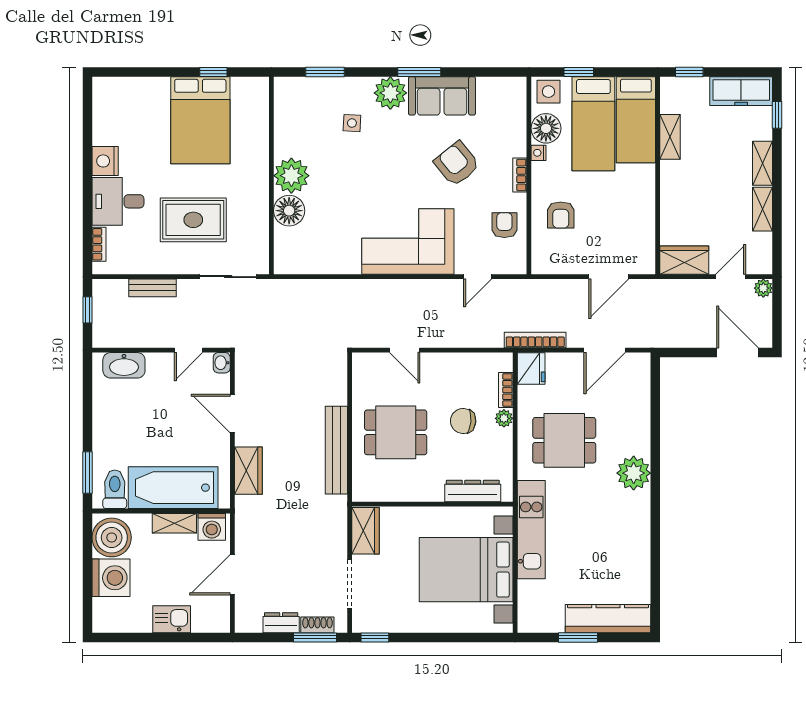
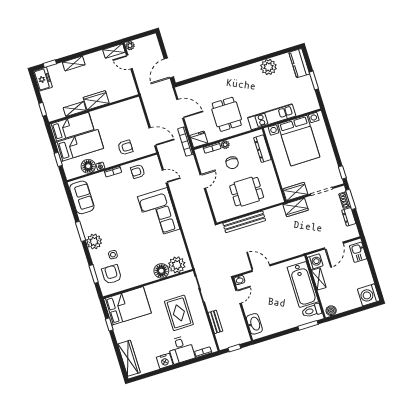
wardrobe: (133, 91) -> (129, 358), added
freezer: (741, 91) -> (43, 79), width x0.71
side table: (548, 92) -> (71, 170), removed
sofa: (442, 96) -> (82, 197), moved
bed: (200, 120) -> (127, 306), moved
armchair: (457, 164) -> (112, 274), moved, turned 129
plant: (291, 176) -> (177, 265), moved
shelving: (763, 209) -> (114, 51), moved
wardrobe: (684, 260) -> (96, 100), moved, turned 90
door: (609, 277) -> (152, 137), moved
door: (189, 350) -> (238, 297), hinge flipped
door: (405, 350) -> (203, 181), moved
door: (738, 352) -> (169, 68), moved
door: (232, 414) -> (261, 268), swing flipped
dining table: (396, 432) -> (247, 192), turned 90
bench: (336, 450) -> (244, 222), moved
wardrobe: (248, 471) -> (296, 207), moved, turned 180
plant: (634, 473) -> (268, 67), moved
boiler: (112, 537) -> (331, 311), width x0.54, depth x0.54
door: (232, 575) -> (334, 246), hinge flipped
washing machine: (111, 578) -> (369, 295), moved, turned -90
kitchen sink: (172, 619) -> (358, 252), moved
kitchen counter: (608, 619) -> (299, 63), width x0.67

